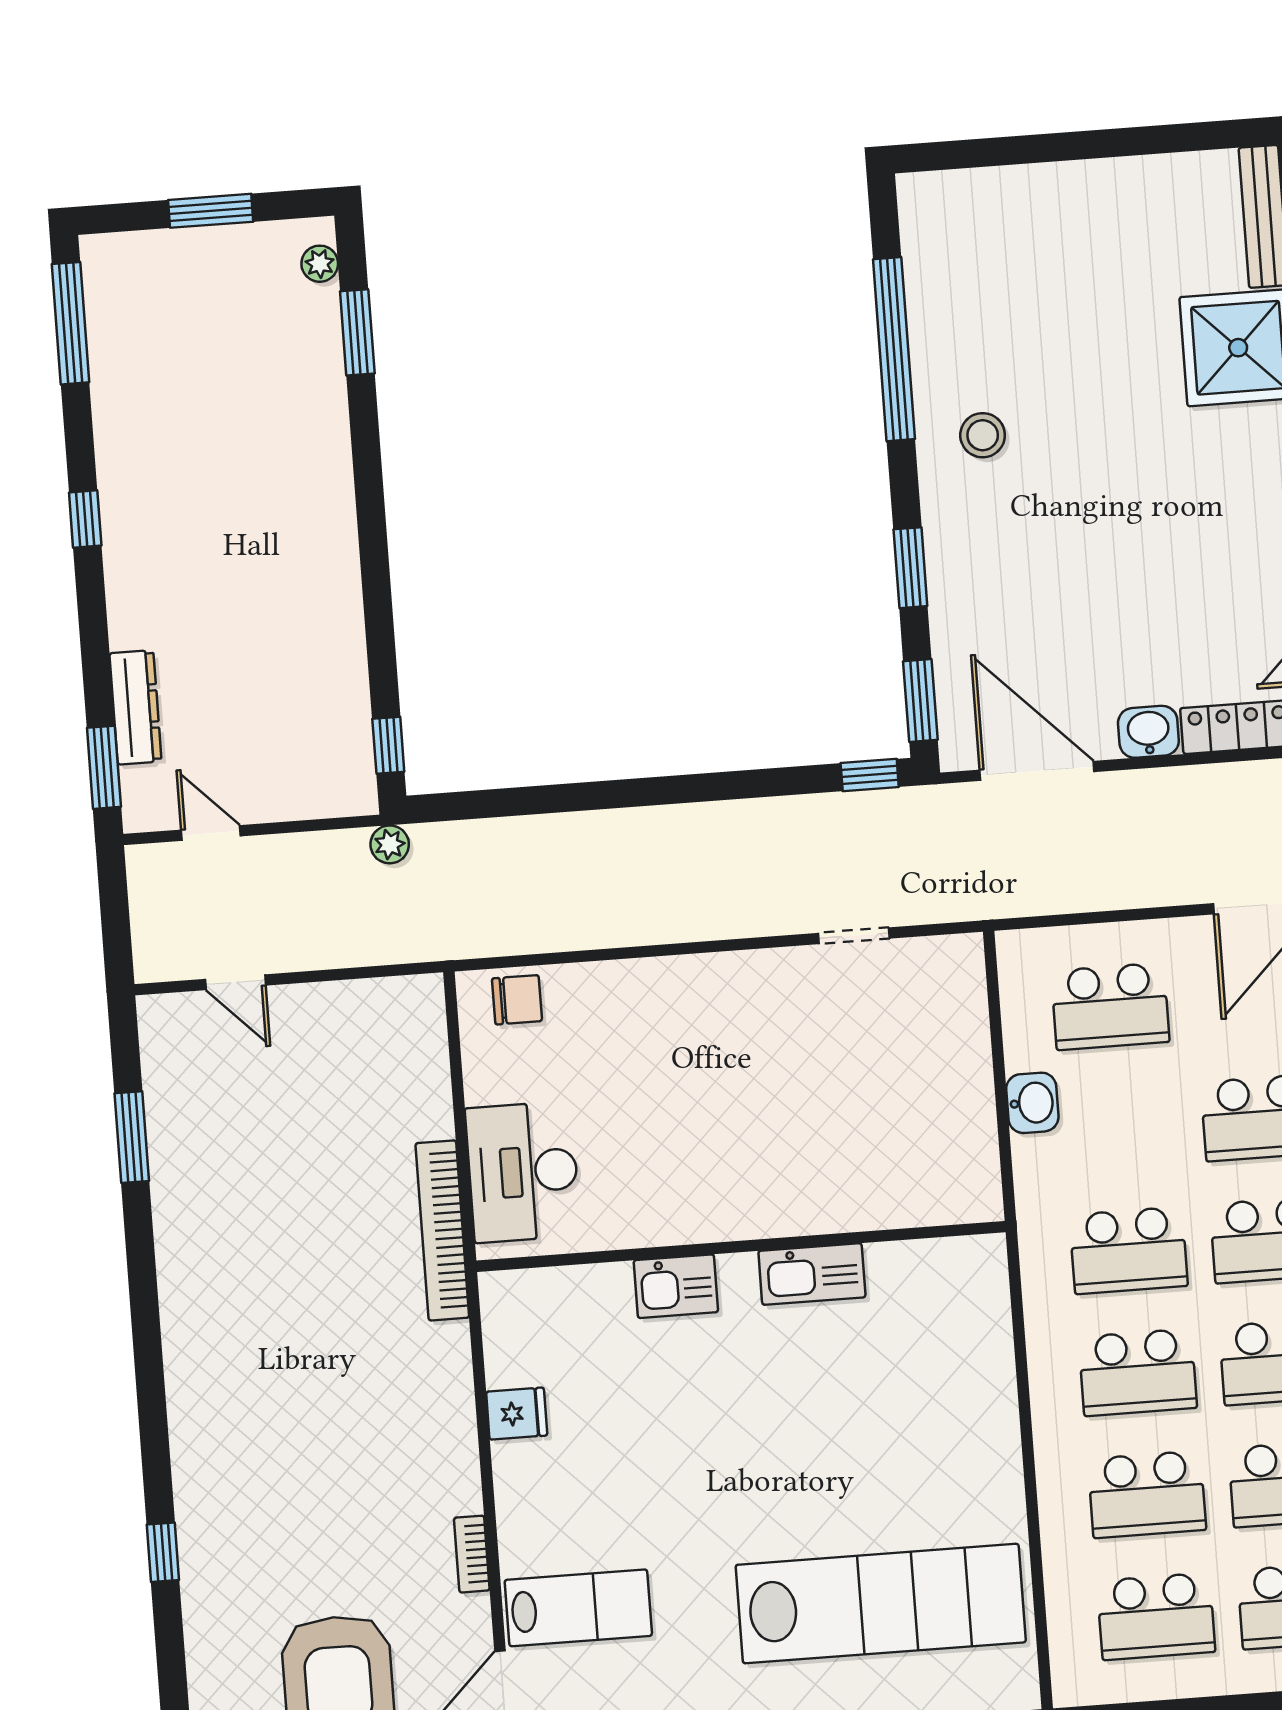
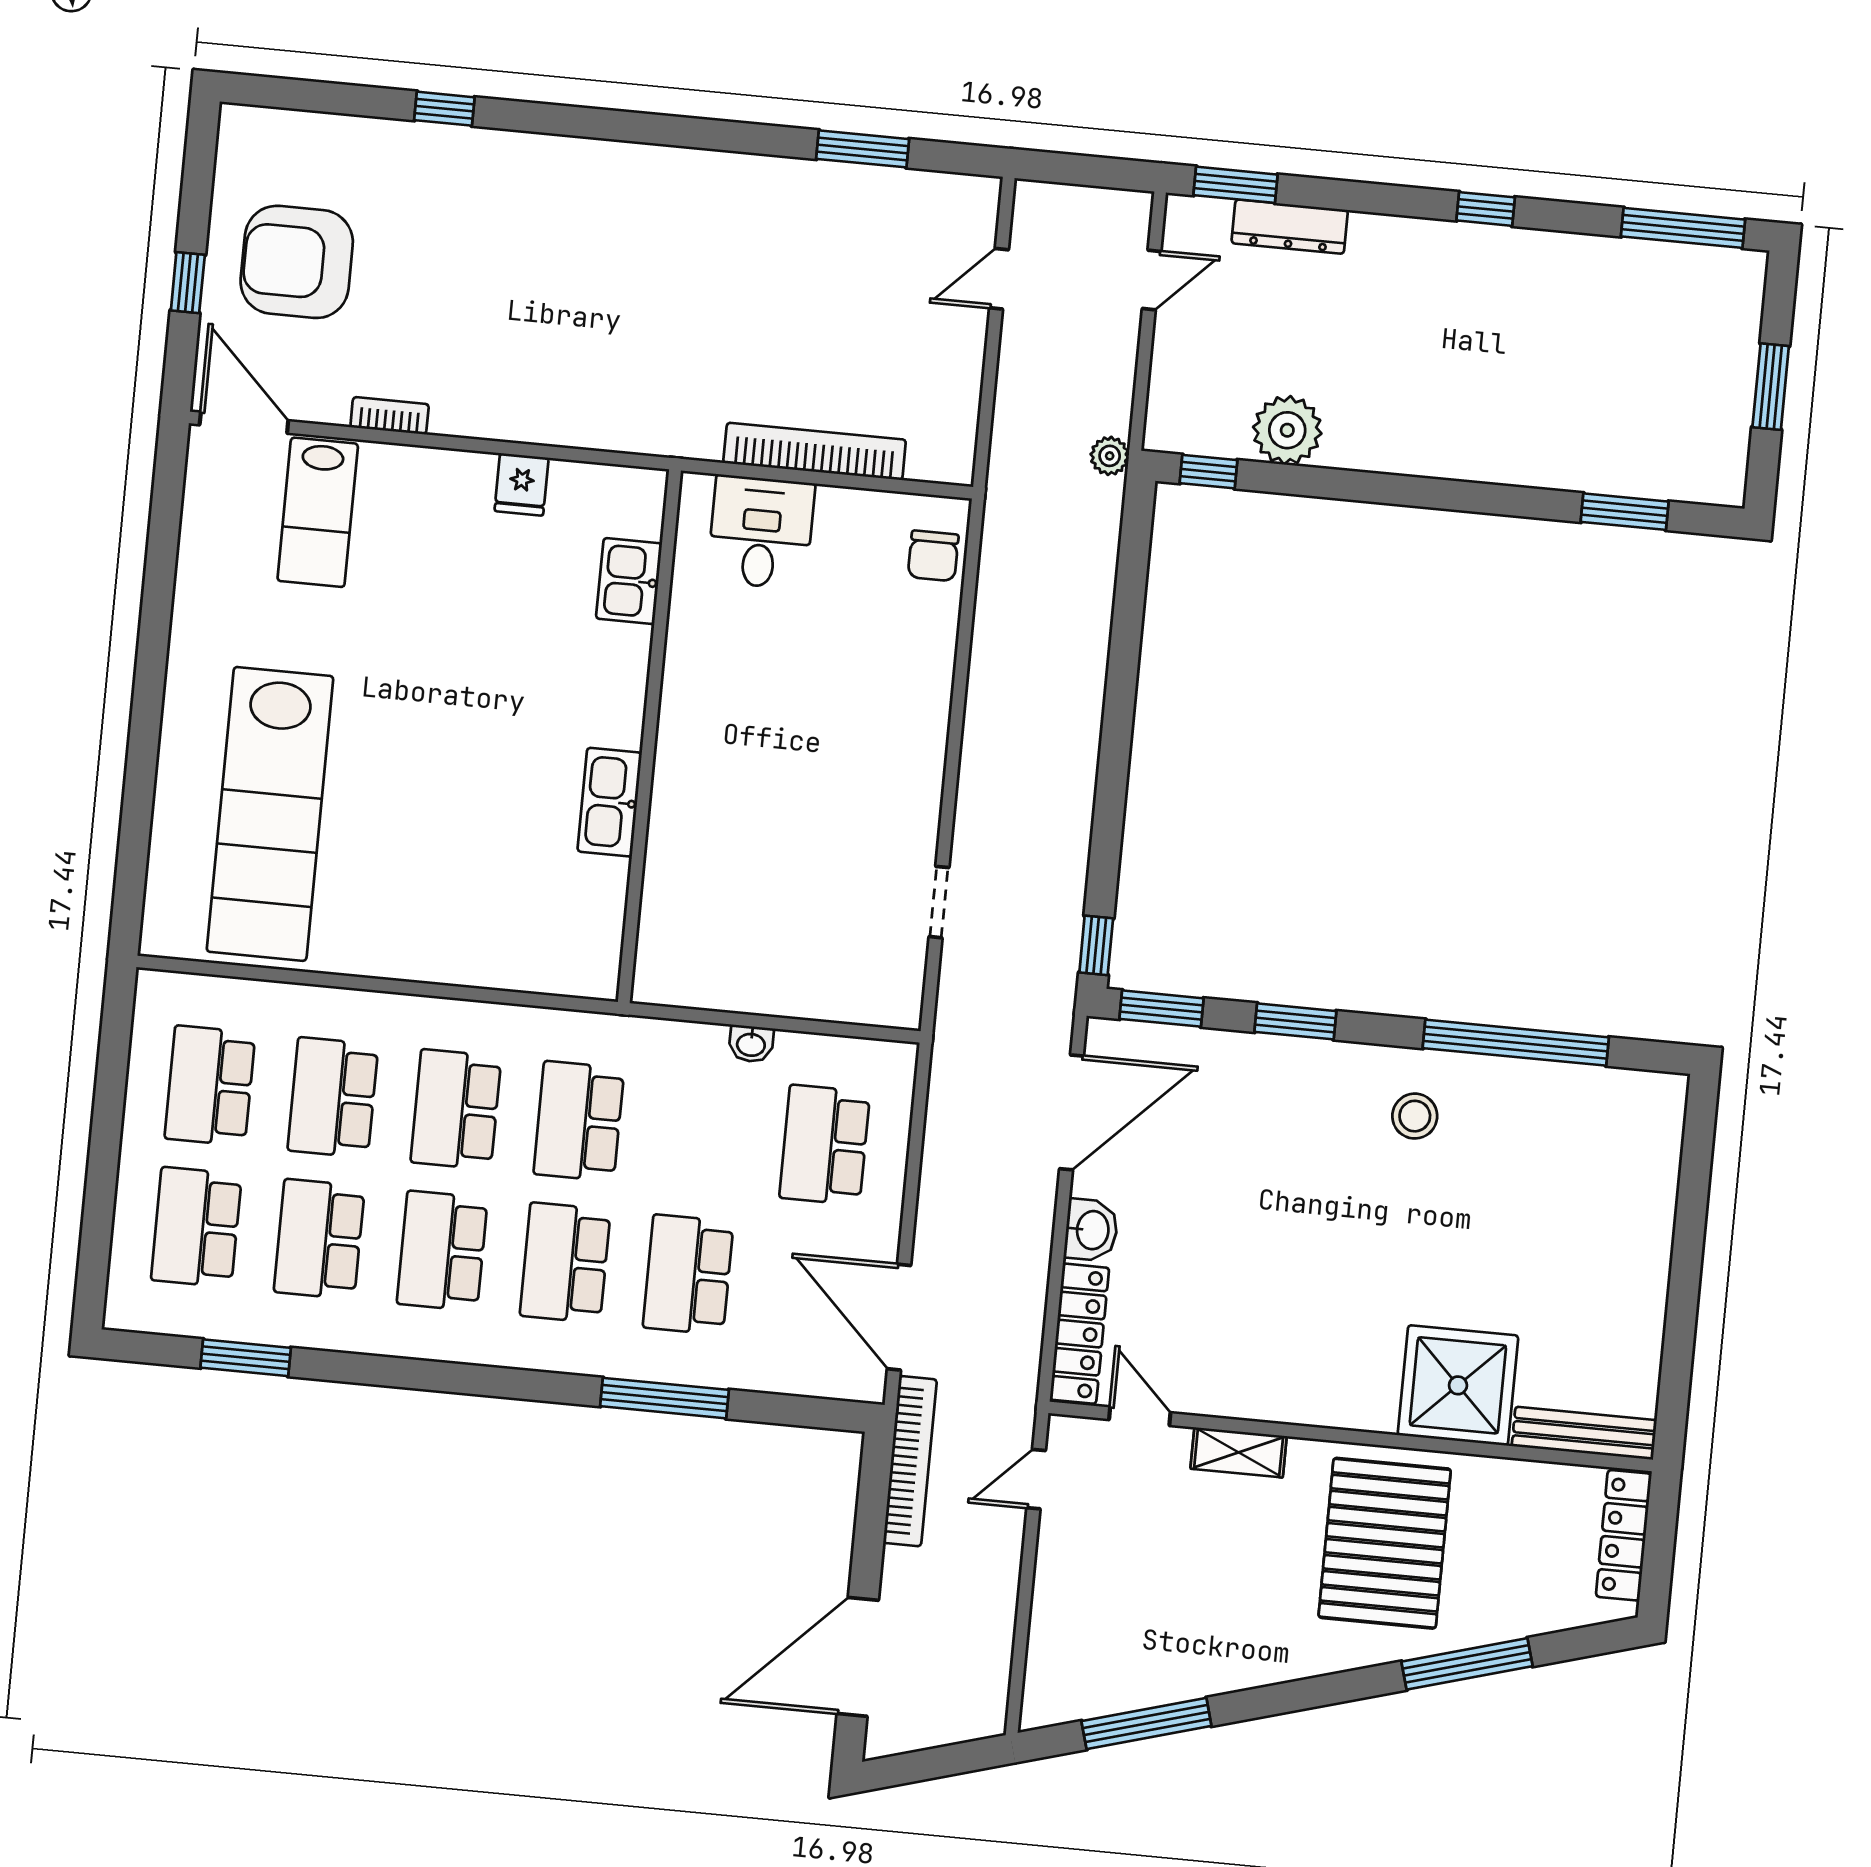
plant: (320, 264) -> (1287, 430), moved, width x1.87, depth x1.87
washbasin: (1032, 1103) -> (751, 1044), width x0.72, depth x0.69
desk: (523, 1172) -> (761, 532), width x0.73
bookcase: (442, 1230) -> (815, 451), moved
kitchen sink: (676, 1286) -> (629, 581), moved

